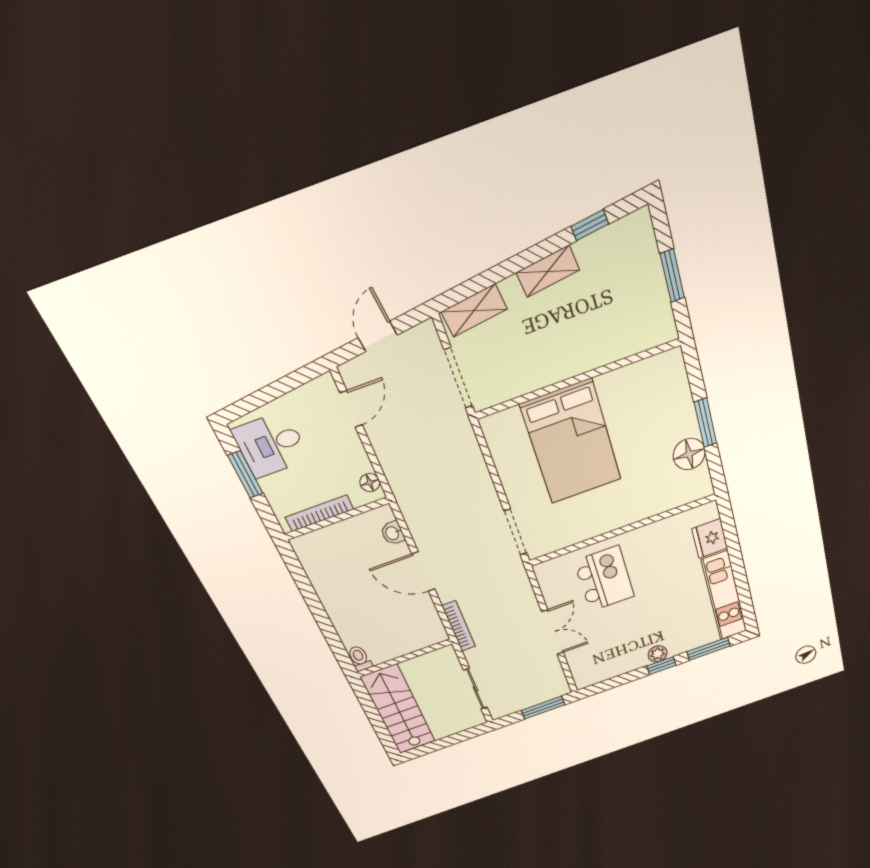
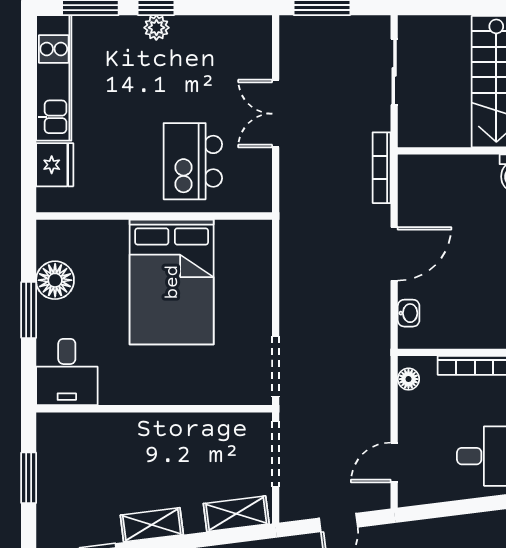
desk: (661, 383) -> (67, 372), added
bed: (571, 442) -> (172, 282), moved, turned 180
doorway: (515, 532) -> (276, 366), moved
door: (423, 572) -> (394, 254), hinge flipped

